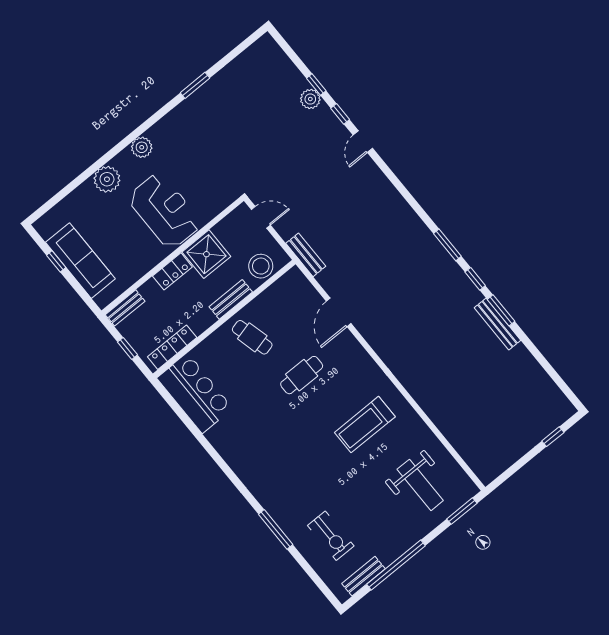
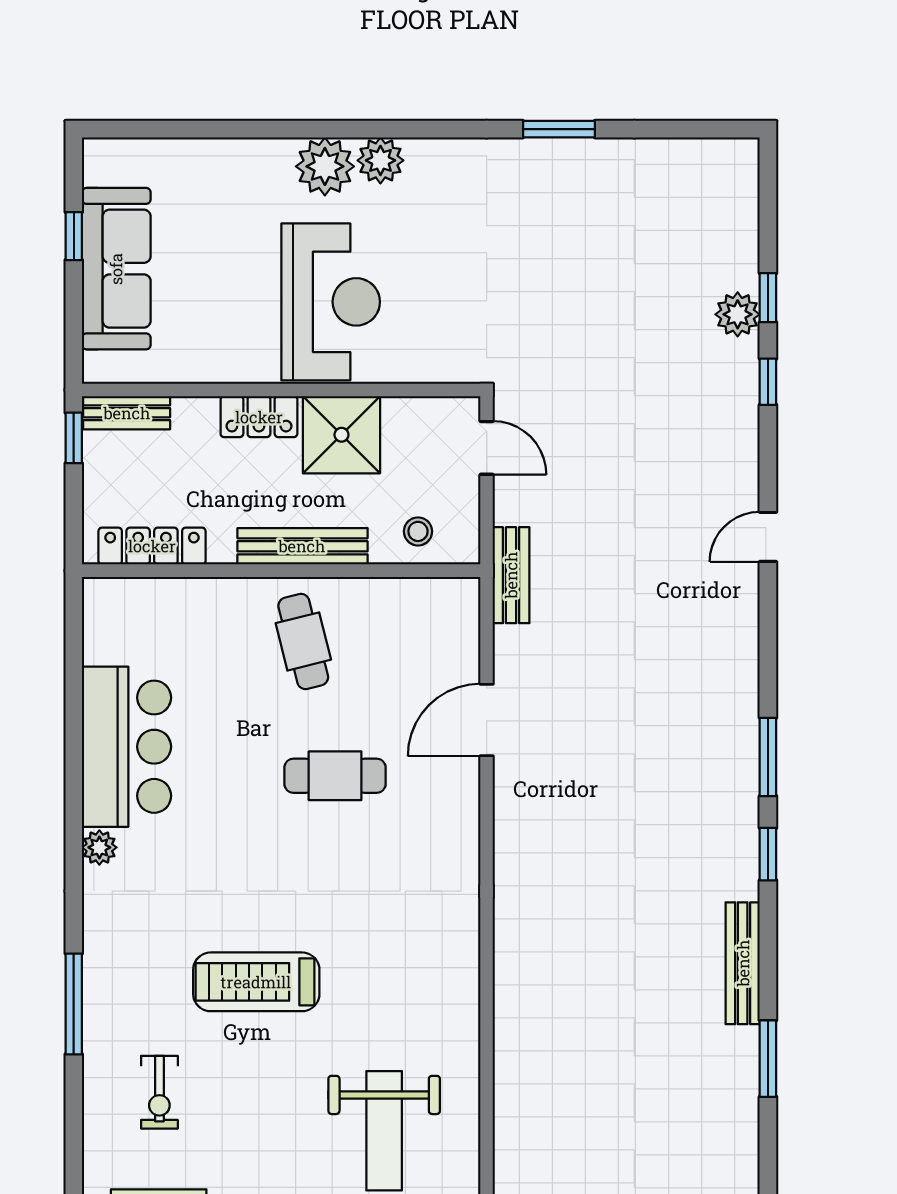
door: (363, 142) -> (768, 537), moved
plant: (107, 179) -> (325, 166), moved
stool: (261, 266) -> (418, 531), width x0.53, depth x0.53
bench: (231, 299) -> (302, 546), width x1.36
window: (501, 310) -> (768, 1059), moved
window: (128, 348) -> (74, 438), moved
bar counter: (195, 393) -> (126, 747), moved
treadmill: (365, 425) -> (256, 982), moved
plant: (240, 467) -> (99, 847), added
exercise bike: (331, 536) -> (159, 1092), width x0.73, depth x0.72

